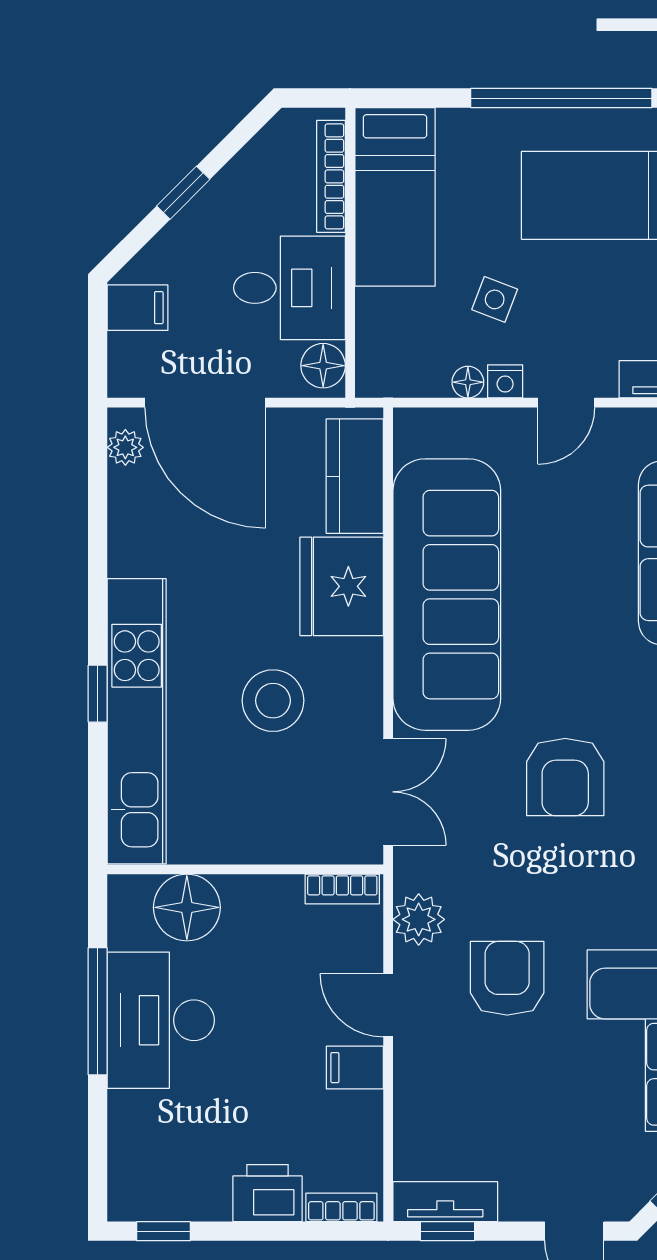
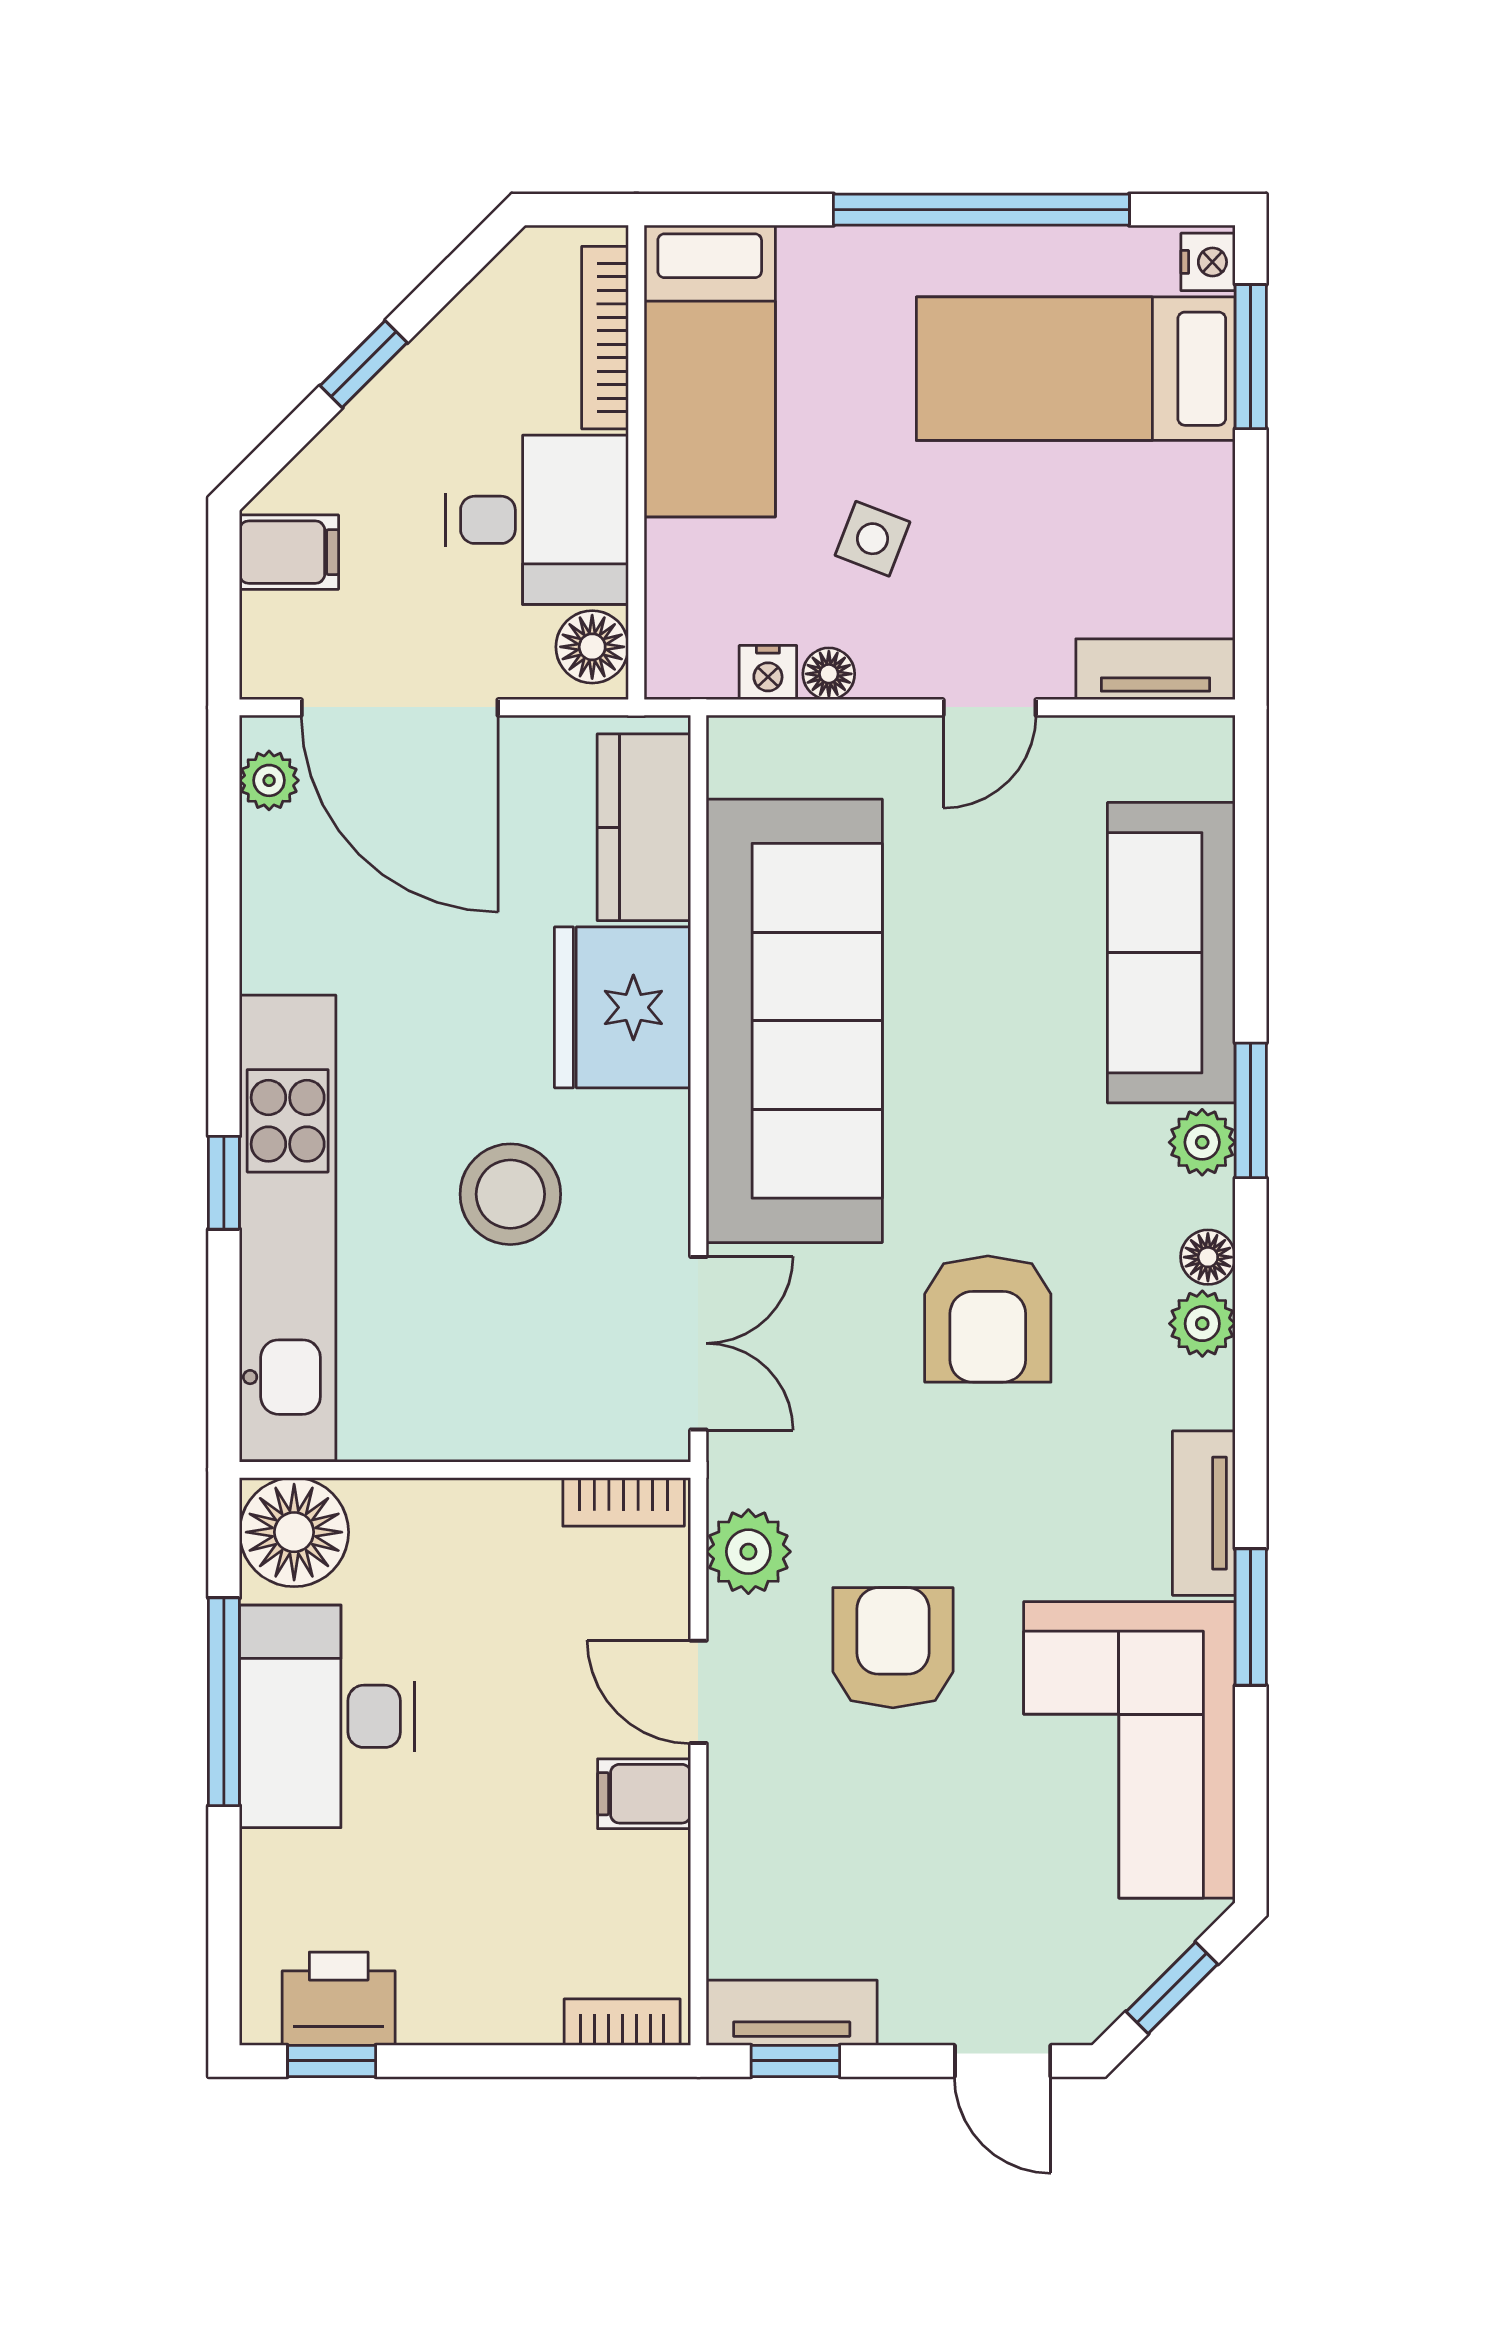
nightstand: (505, 381) -> (768, 673), moved
floor lamp: (187, 907) -> (294, 1532), moved
printer: (268, 1193) -> (339, 1999), moved

